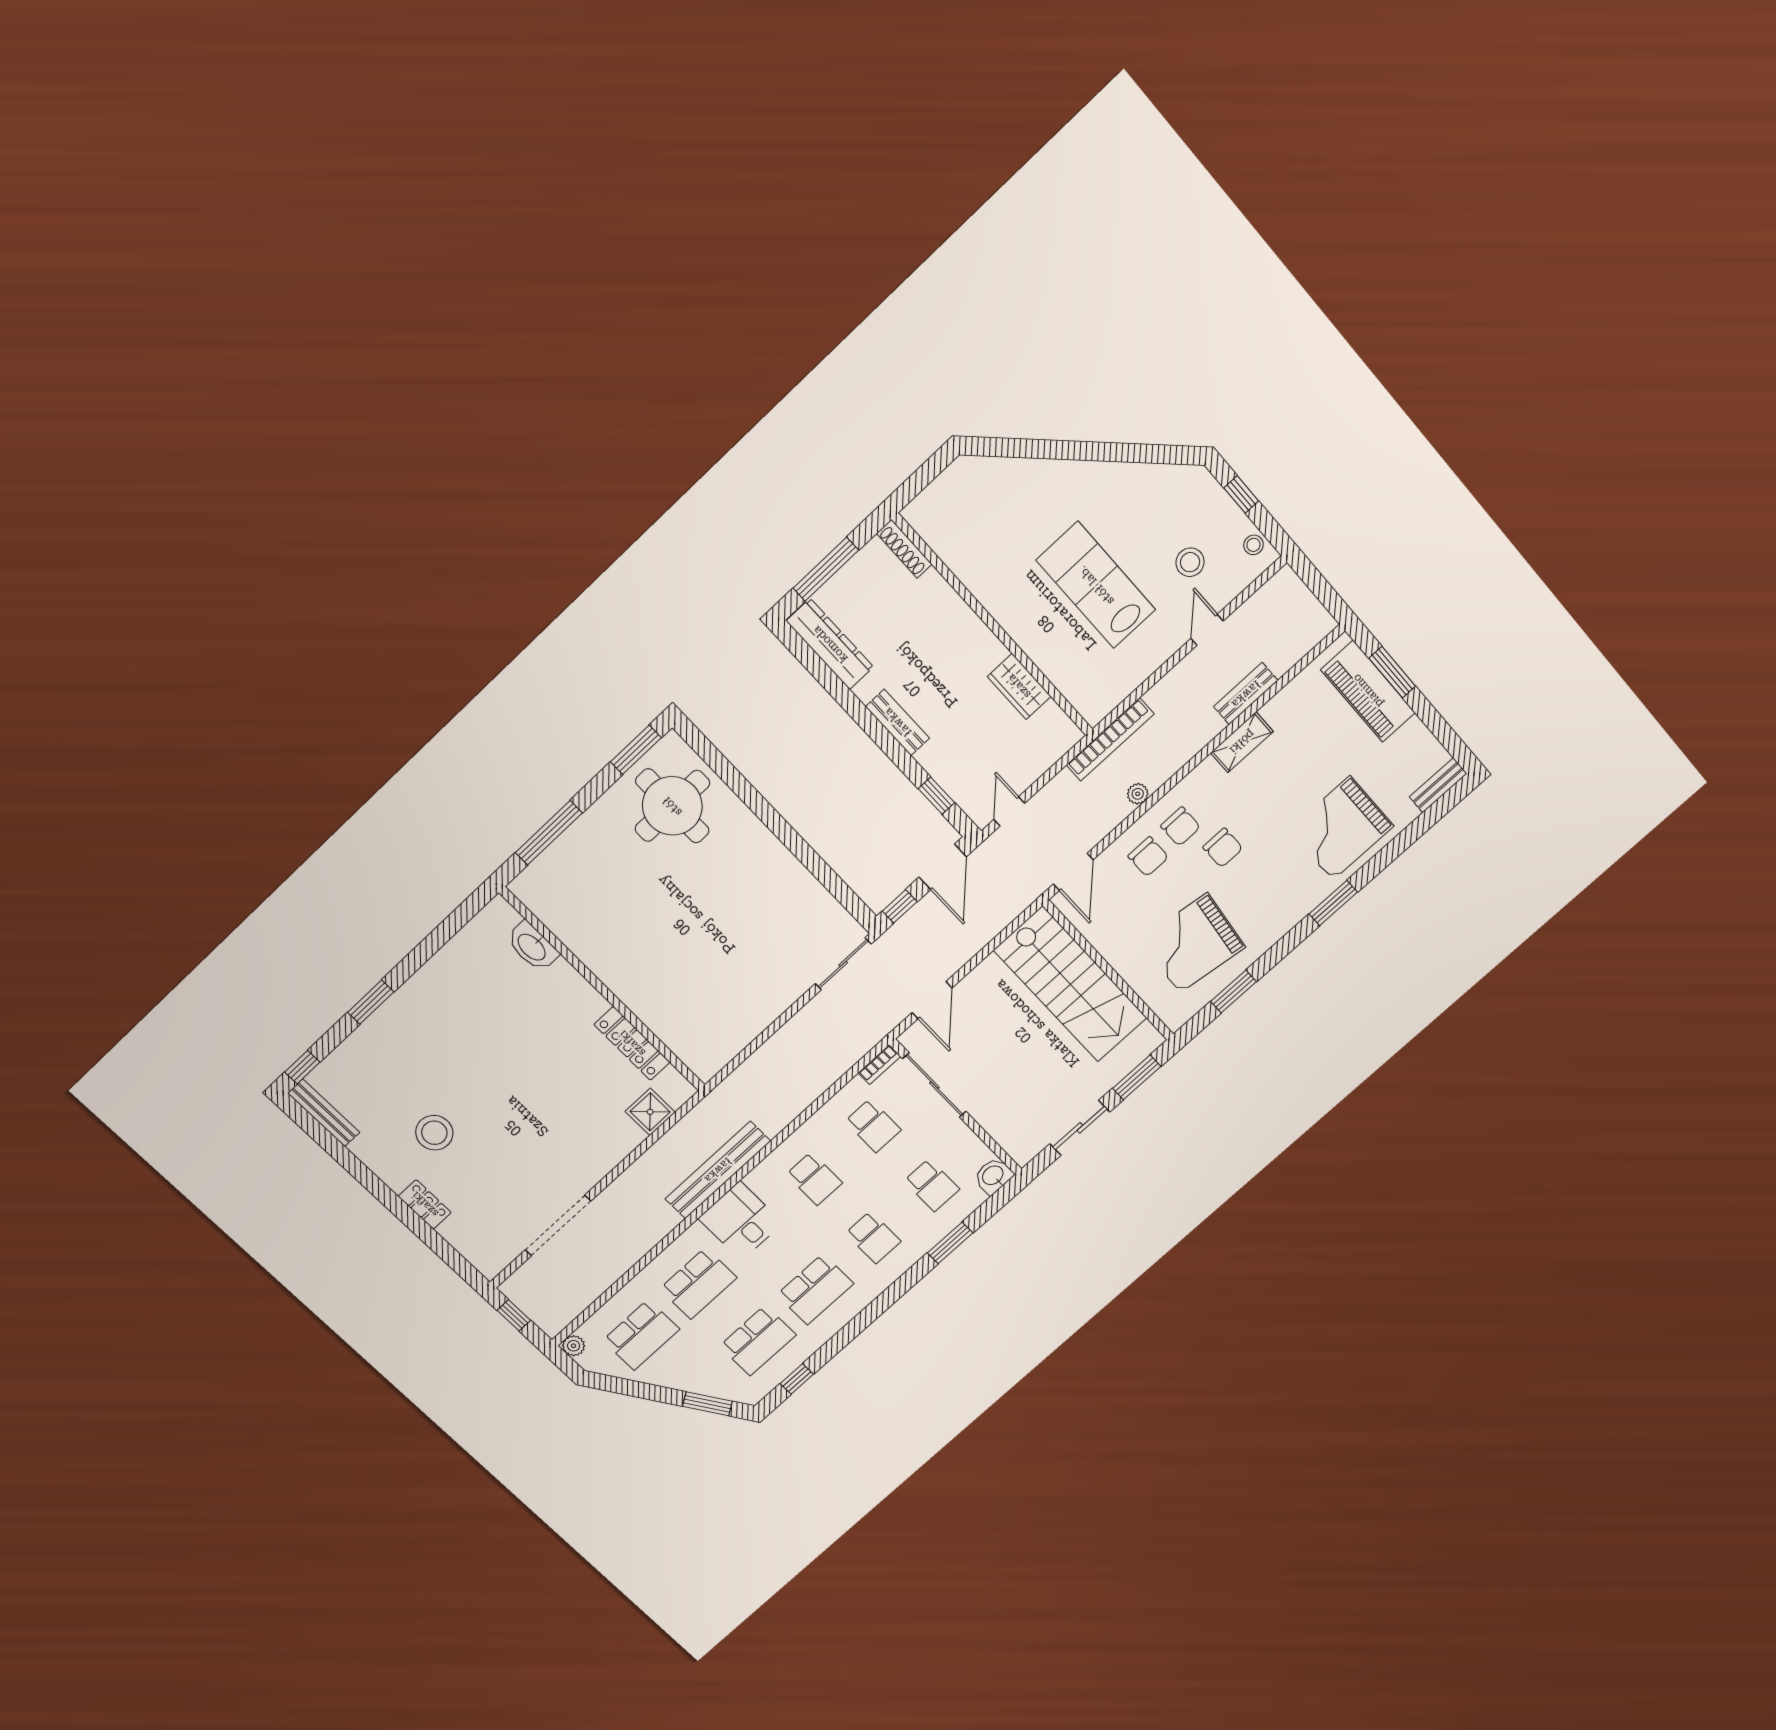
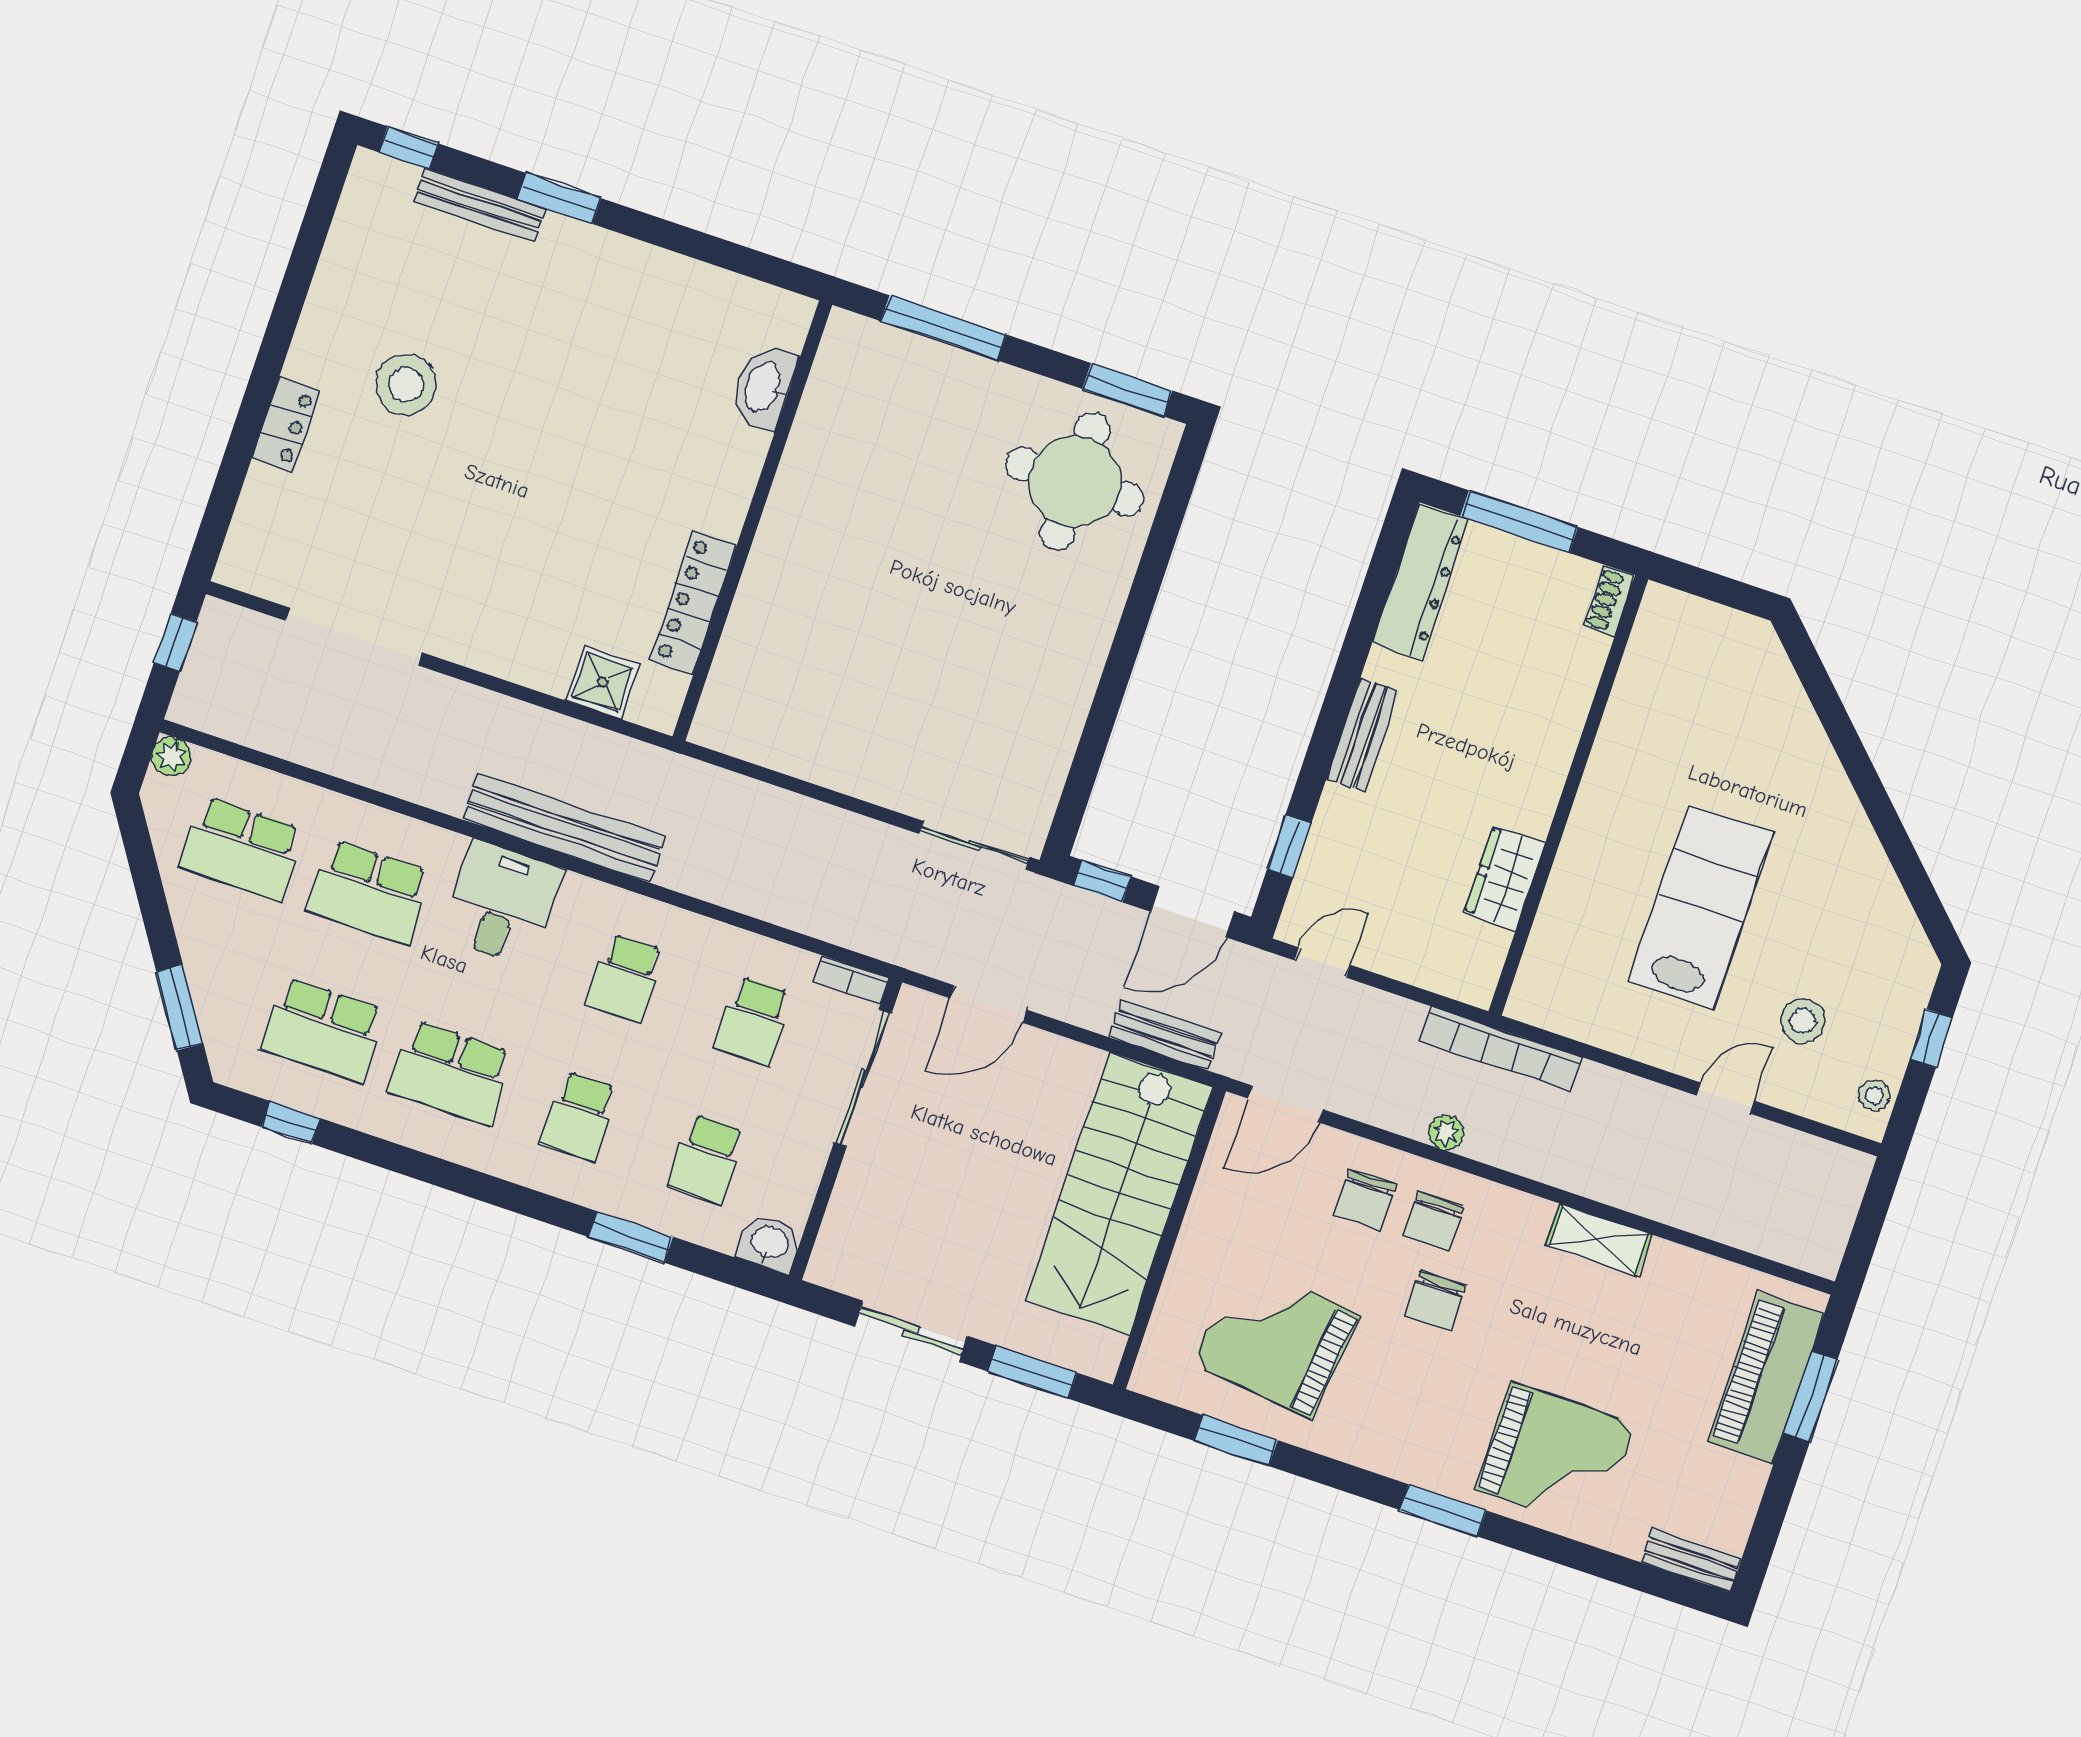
shoe rack: (904, 549) -> (1610, 601), width x0.70
bench: (1246, 694) -> (1165, 1035), moved
grand piano: (1341, 828) -> (1556, 1456), turned 180
bench: (324, 1113) -> (479, 205), moved, turned 90

